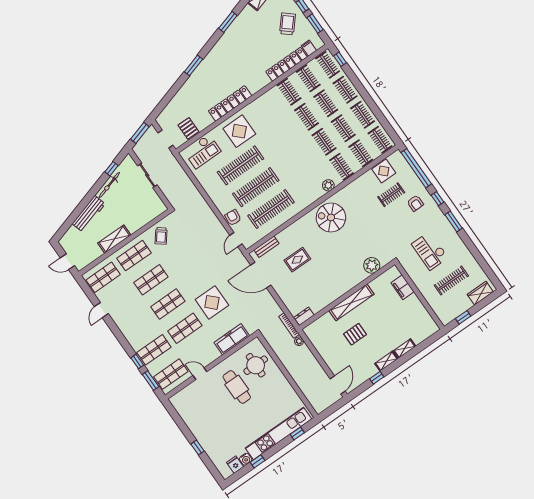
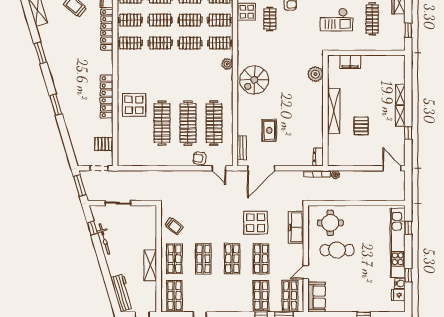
checkout: (202, 151) -> (129, 146), removed
workbench: (89, 214) -> (122, 293), moved
sofa: (185, 397) -> (317, 297), added

